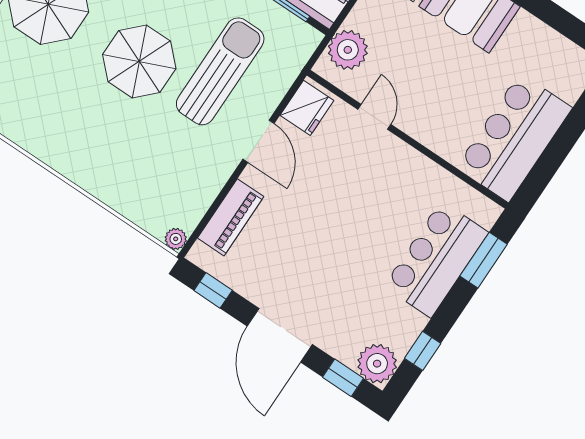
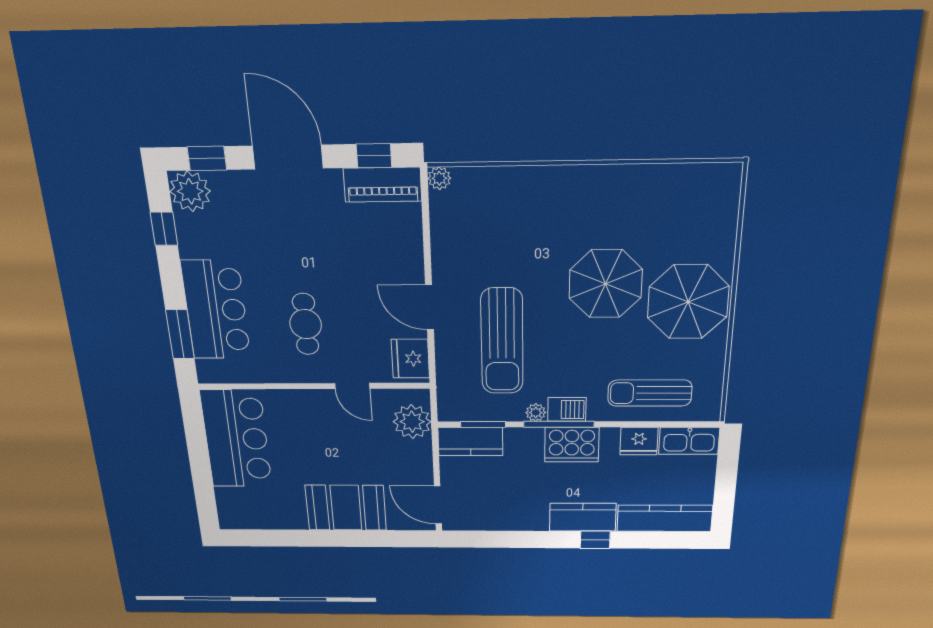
parasol: (139, 61) -> (606, 284), moved
cafe table: (371, 197) -> (306, 324), added
piano: (231, 217) -> (383, 185), moved, turned -90

